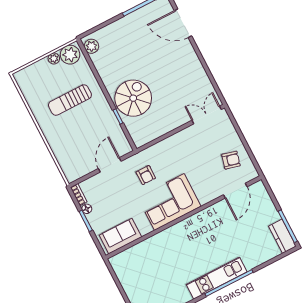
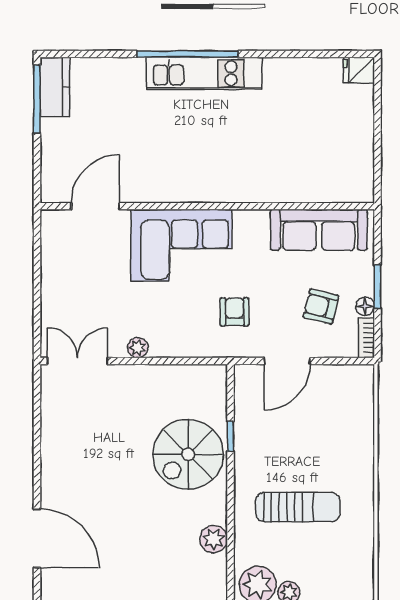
plant: (91, 46) -> (214, 539), moved
double door: (207, 115) -> (77, 361), swing flipped
plant: (182, 135) -> (138, 348), added
armchair: (231, 160) -> (321, 306), moved
corner sofa: (169, 202) -> (181, 245), moved
sofa: (120, 236) -> (319, 230), width x1.36

